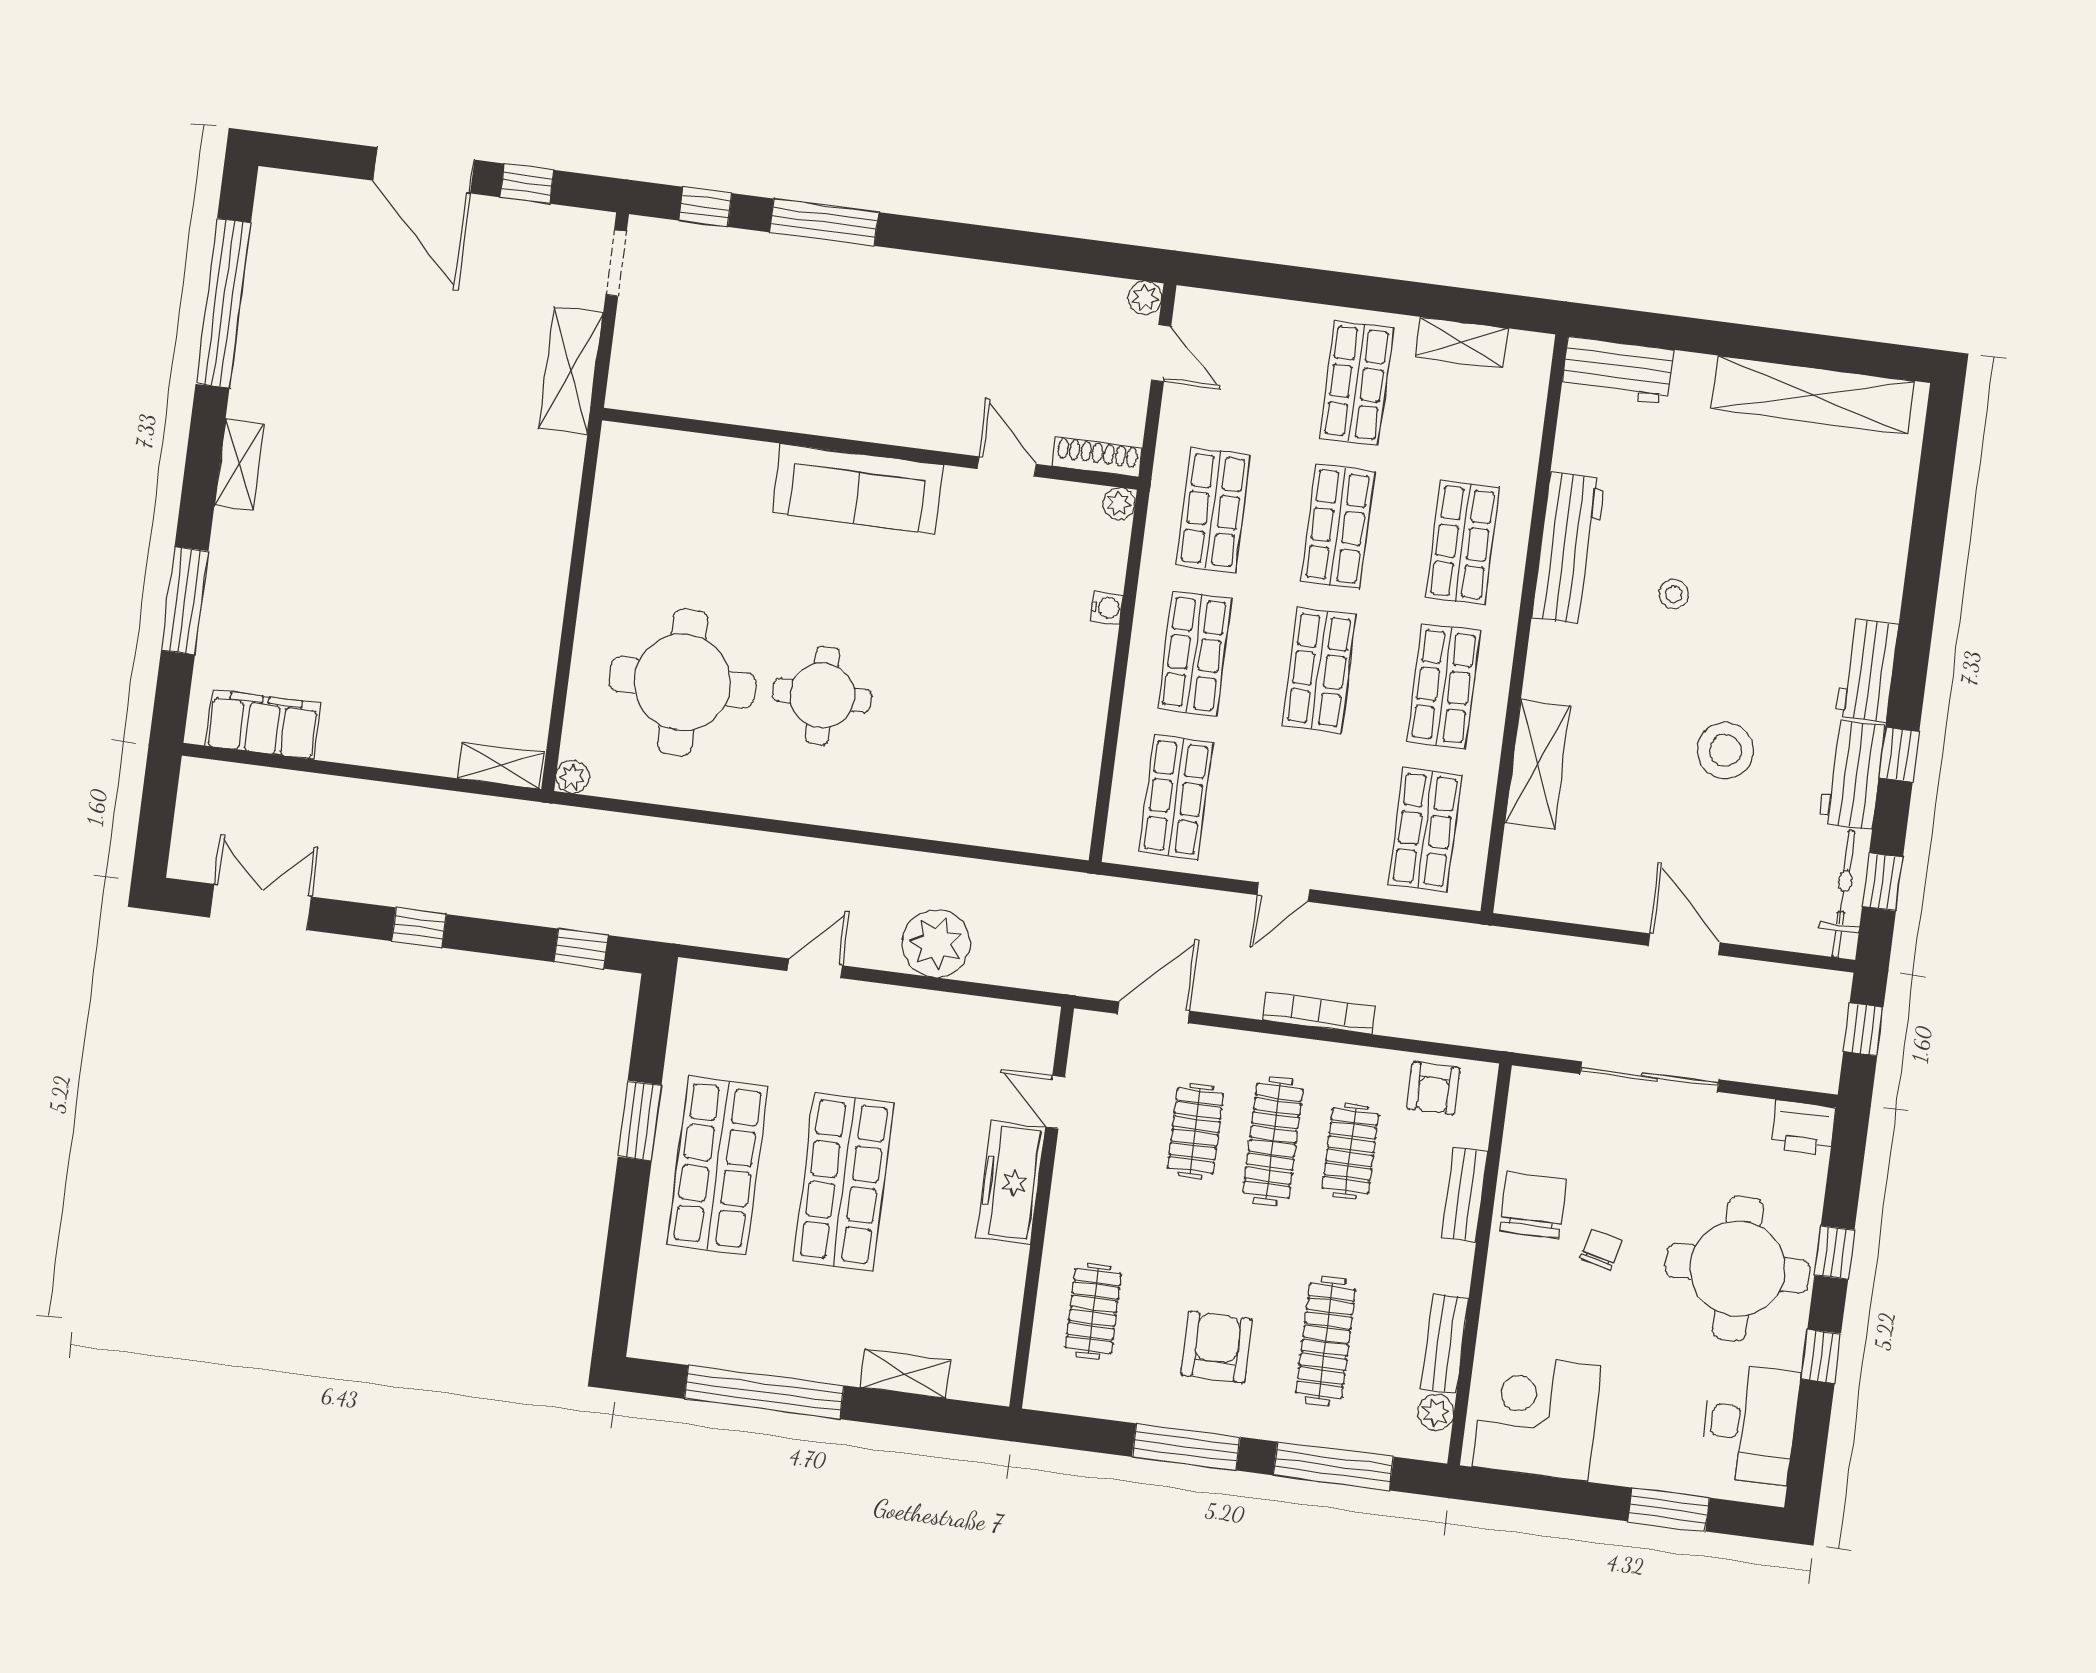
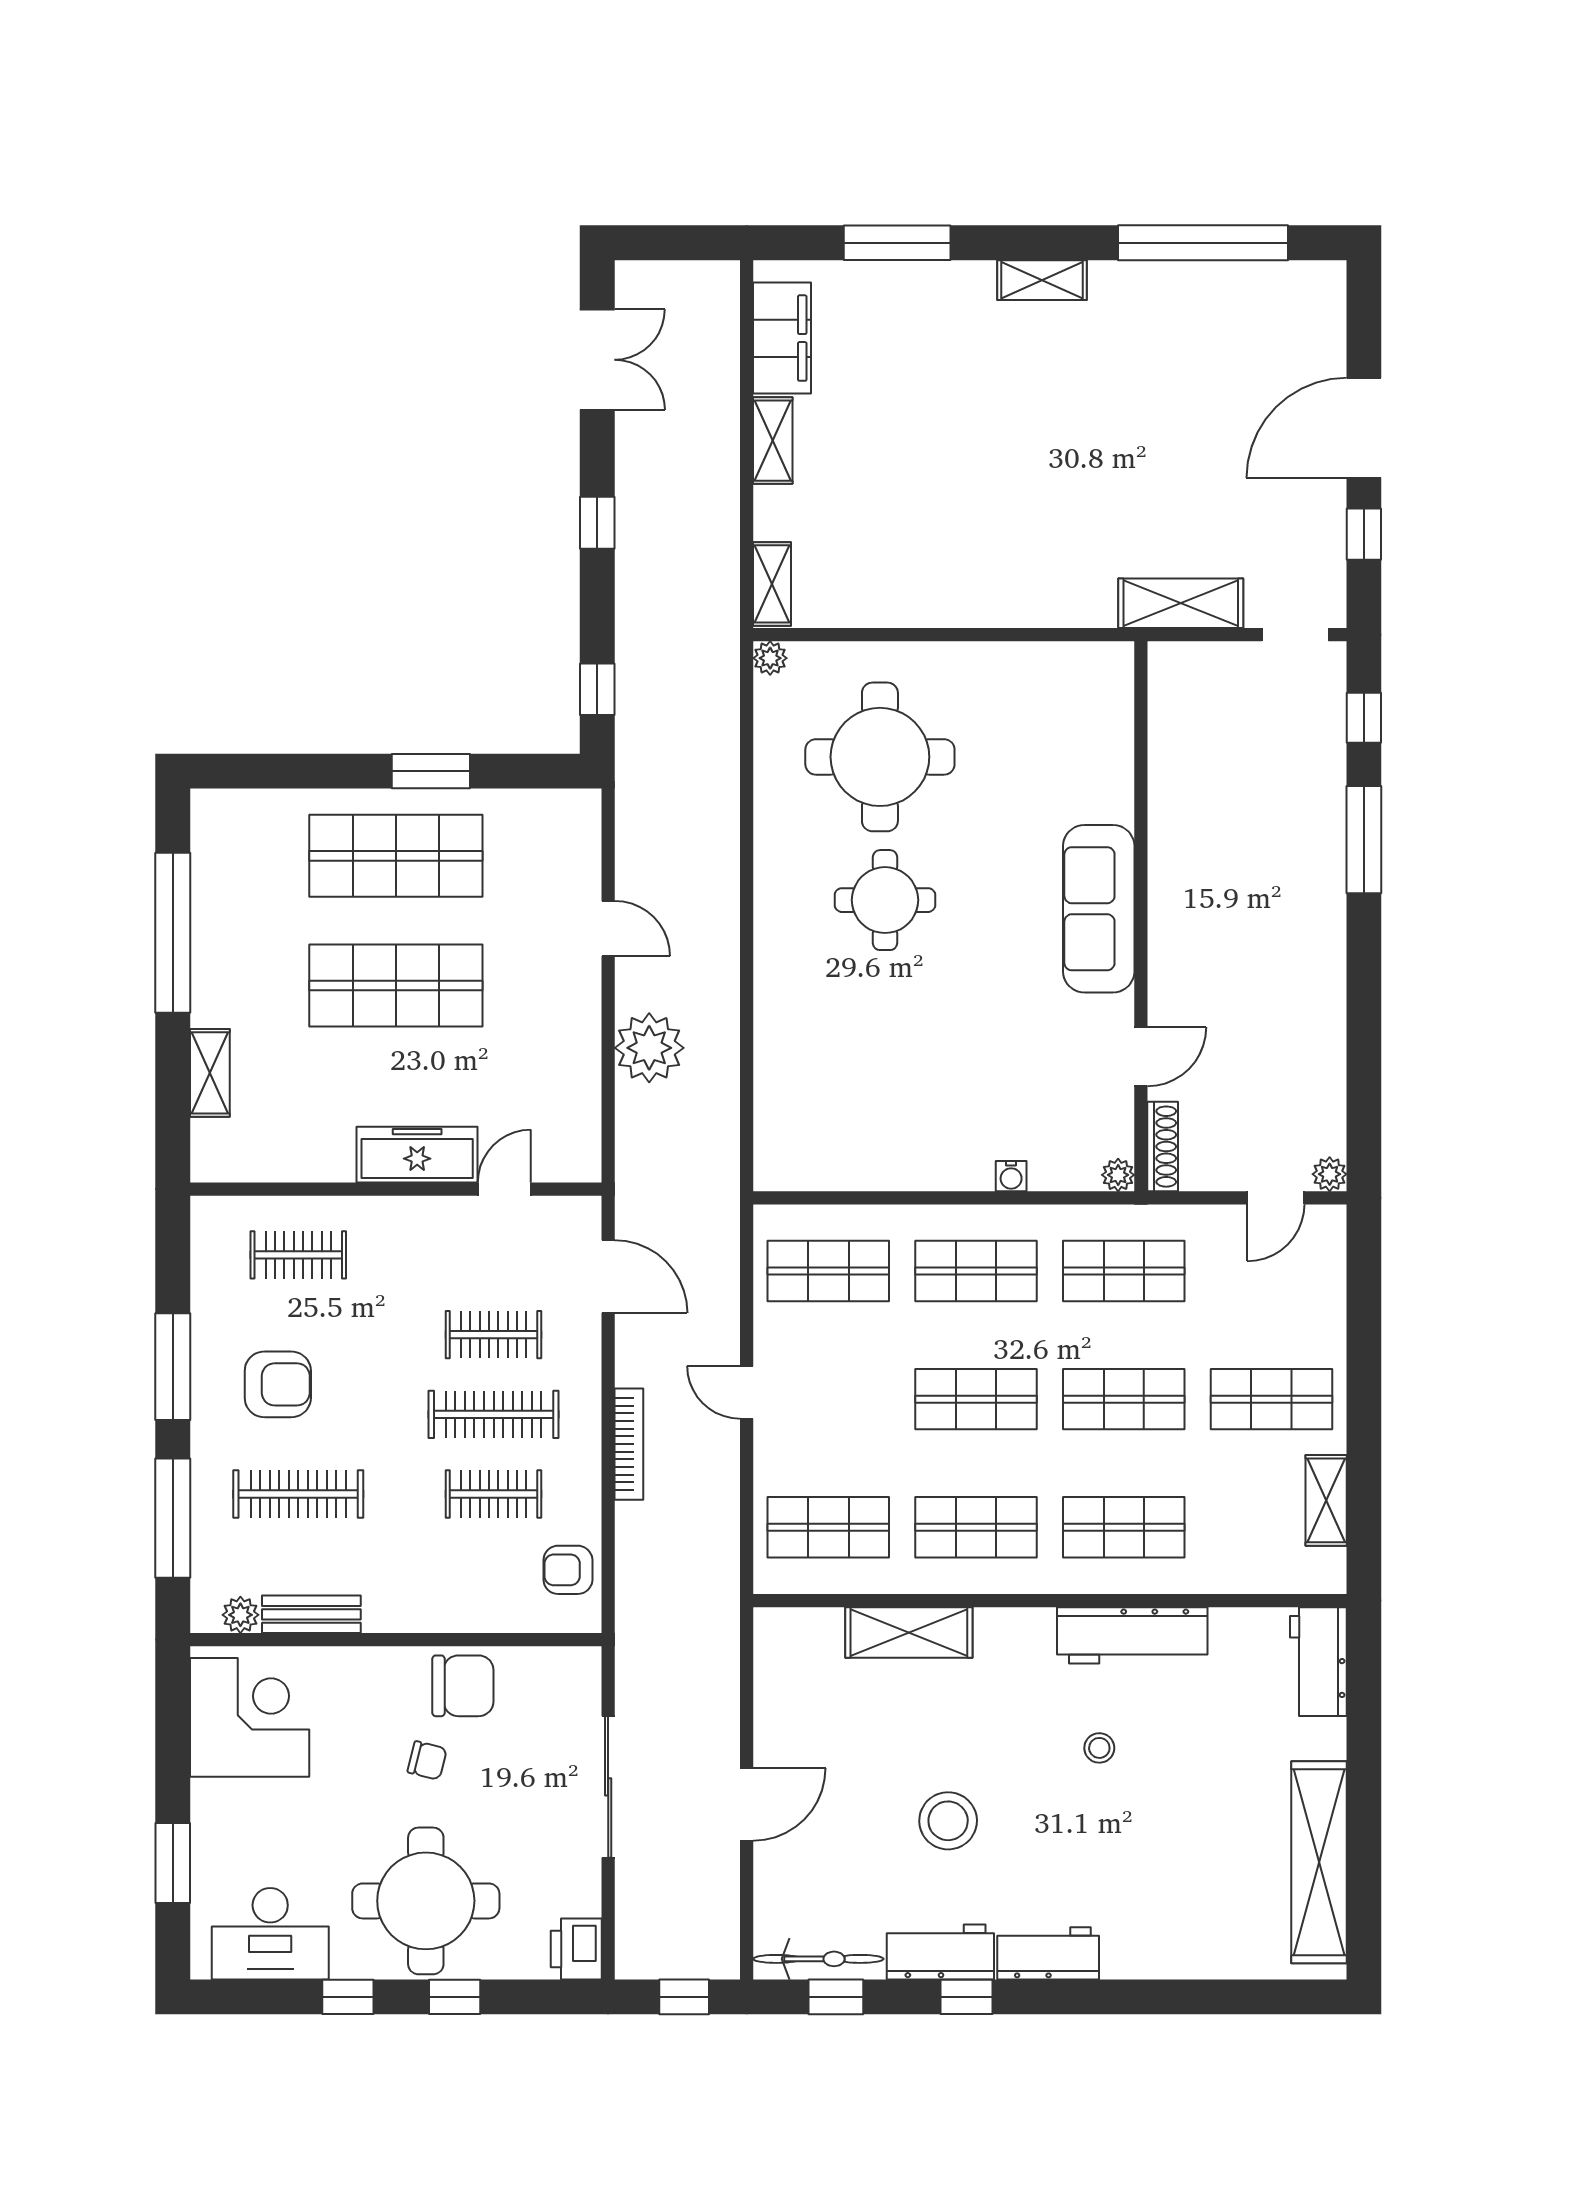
shelving: (361, 747) -> (773, 441), added
bench: (1465, 1194) -> (465, 1615), removed

